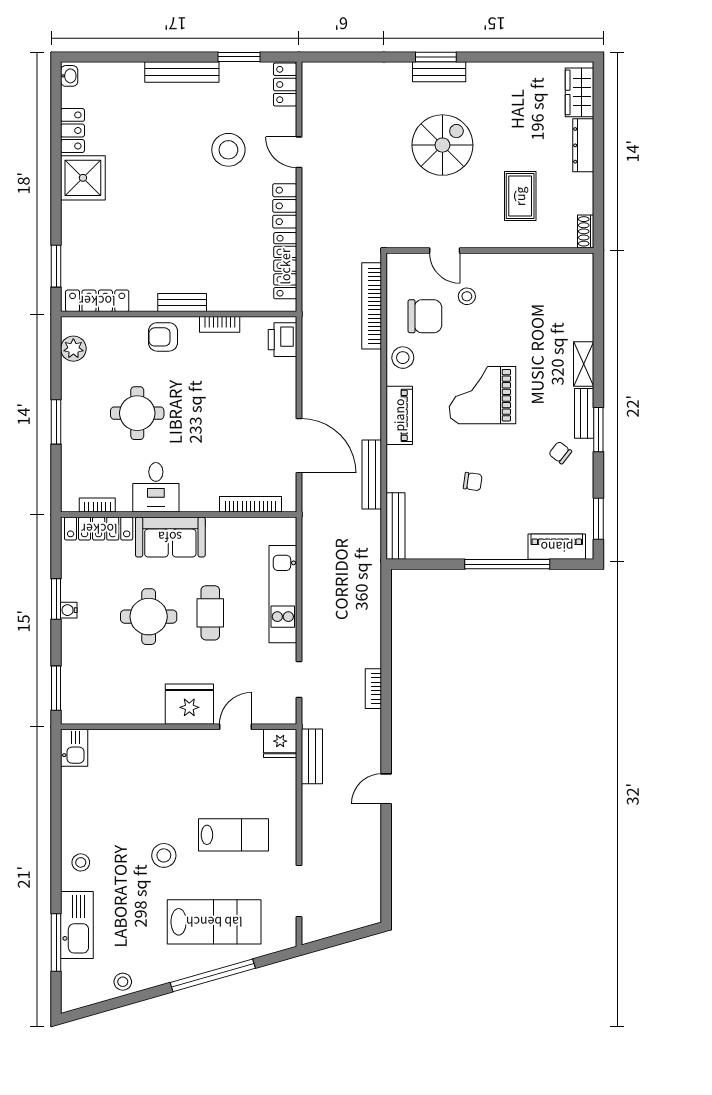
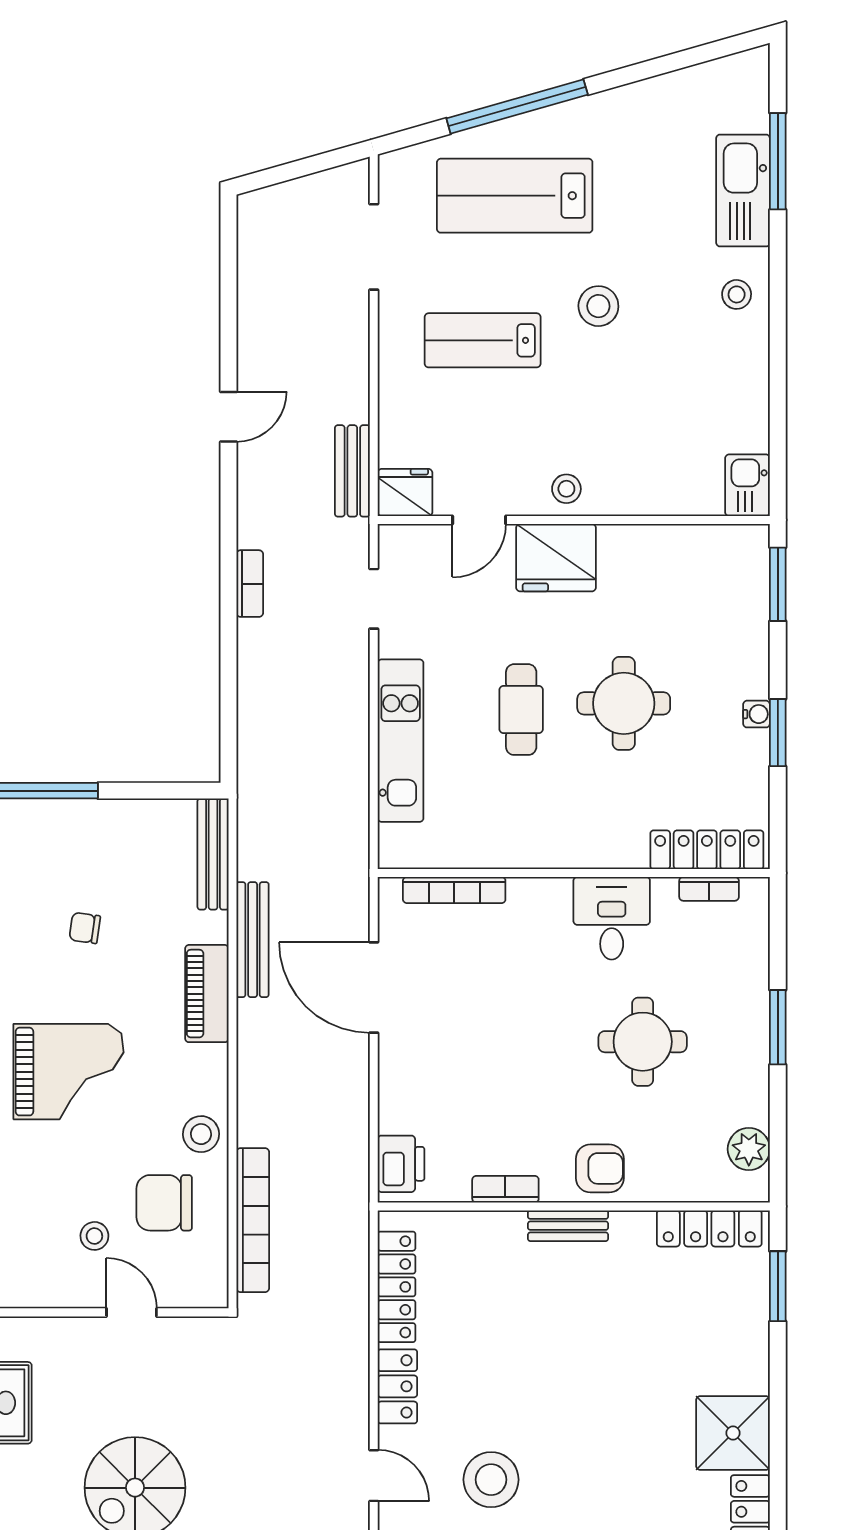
piano: (399, 415) -> (207, 994), moved
sofa: (170, 537) -> (588, 836), removed
stool: (123, 982) -> (566, 489), moved

